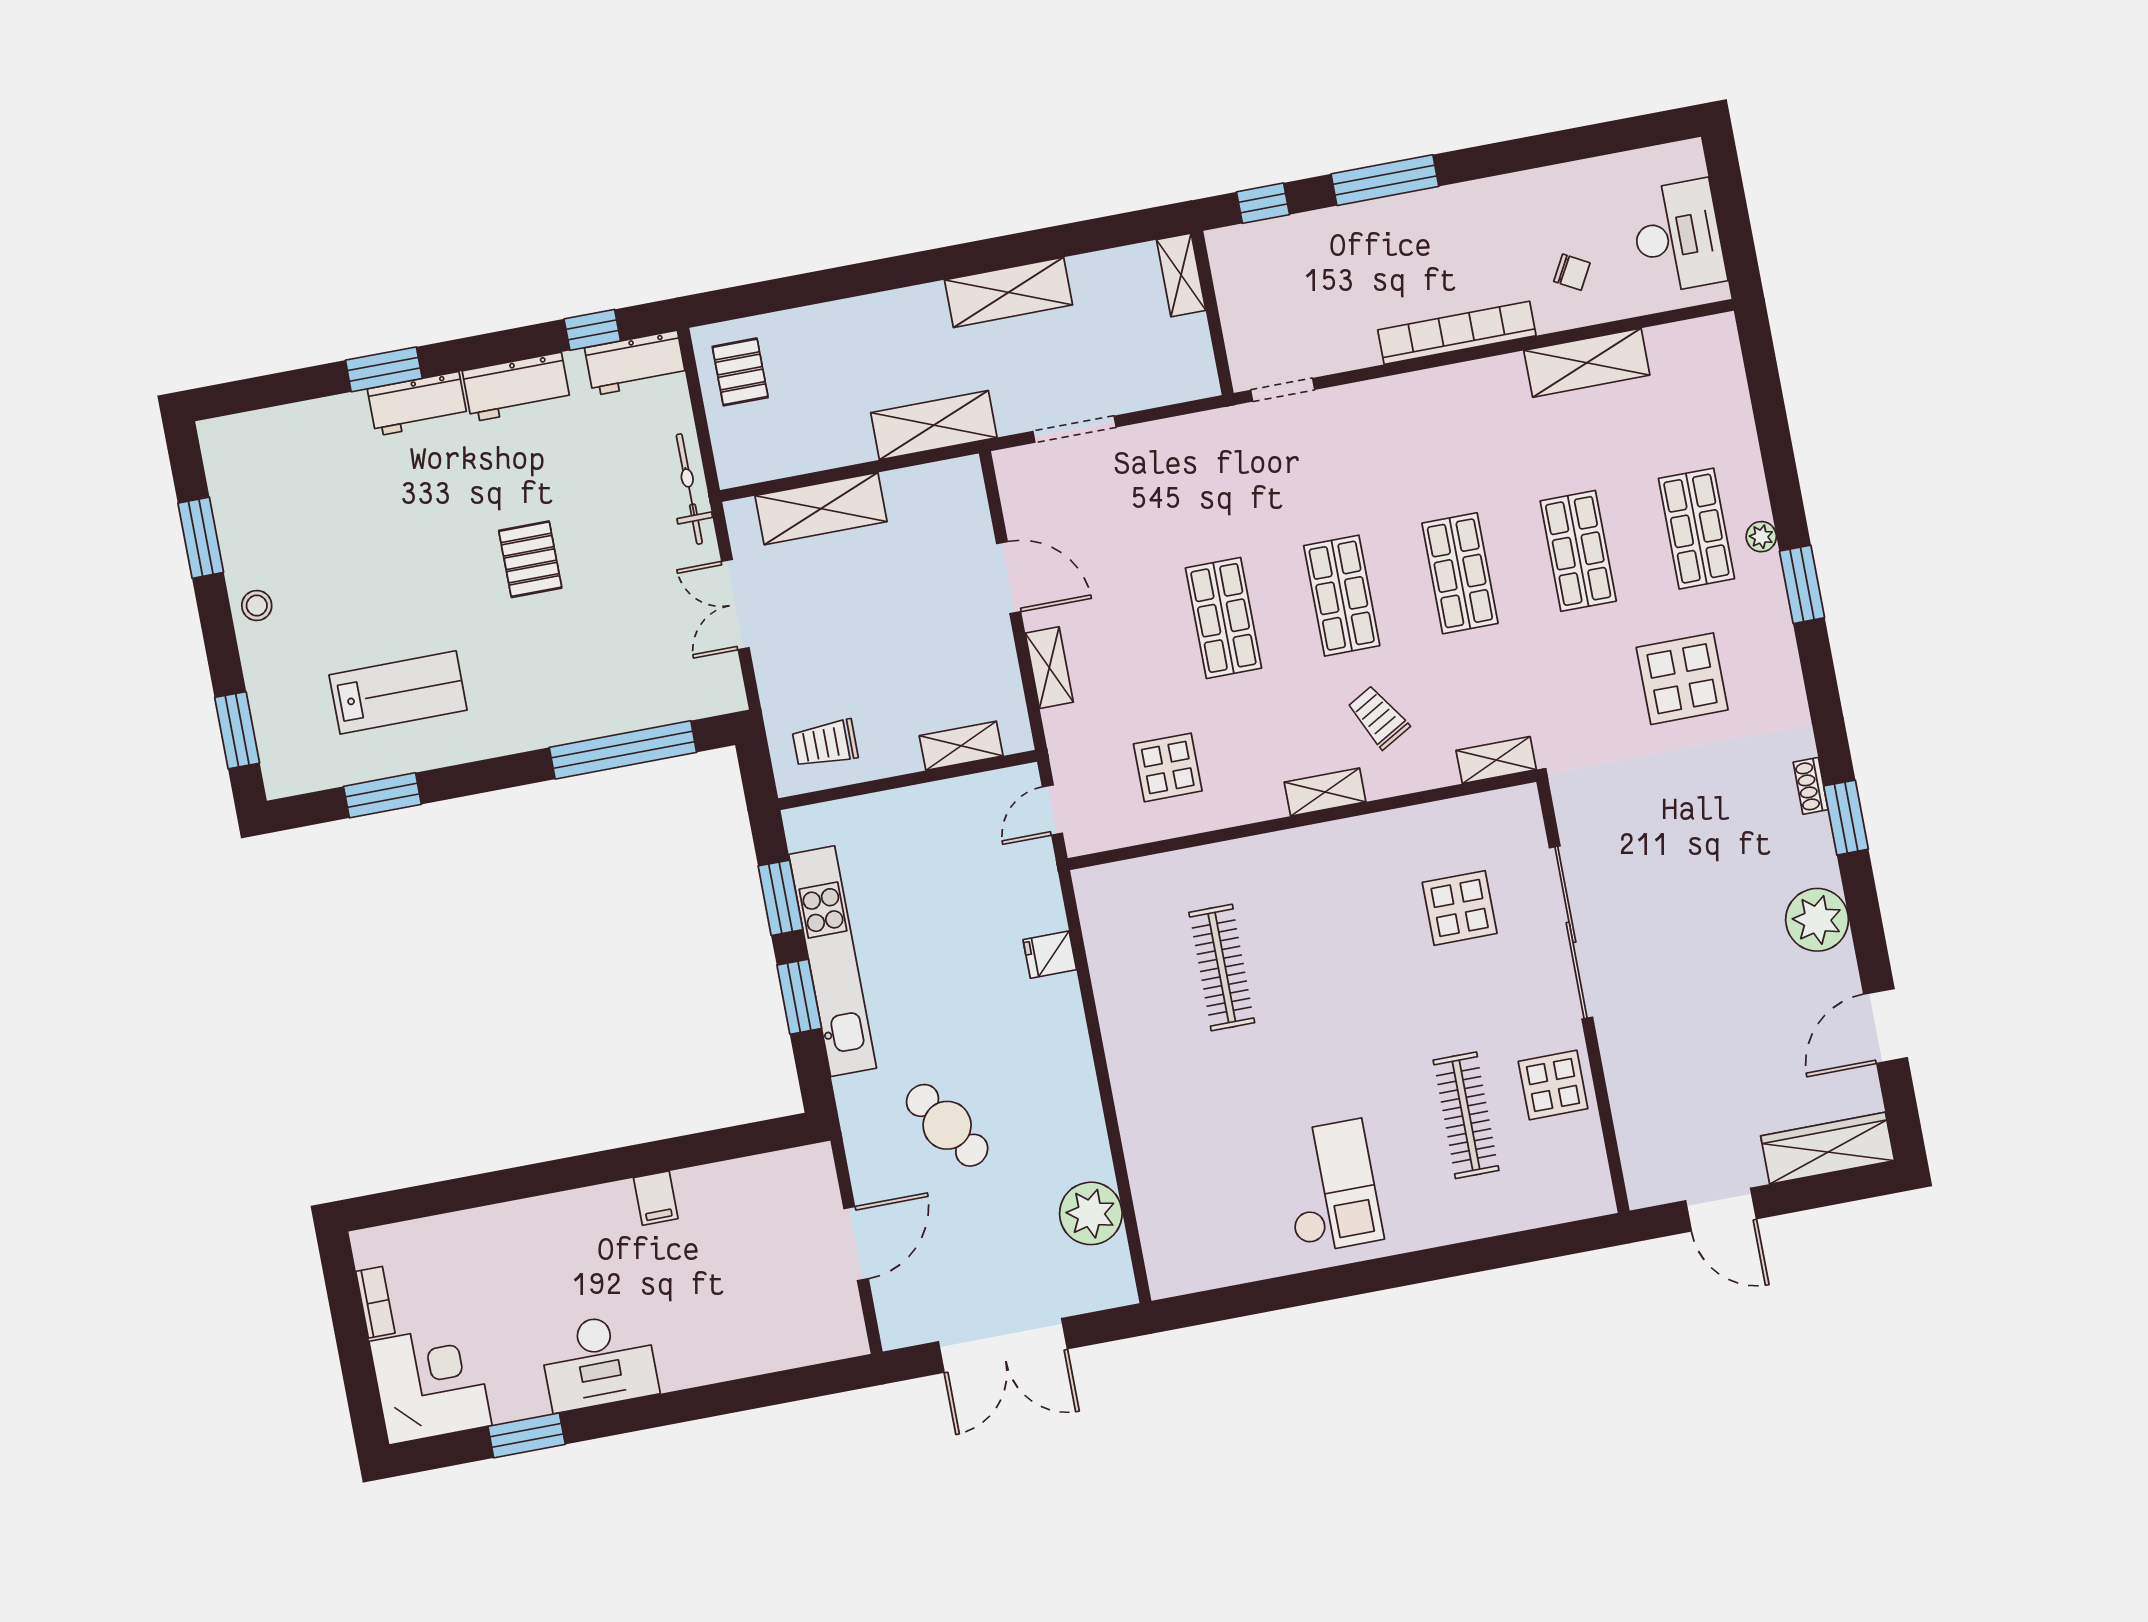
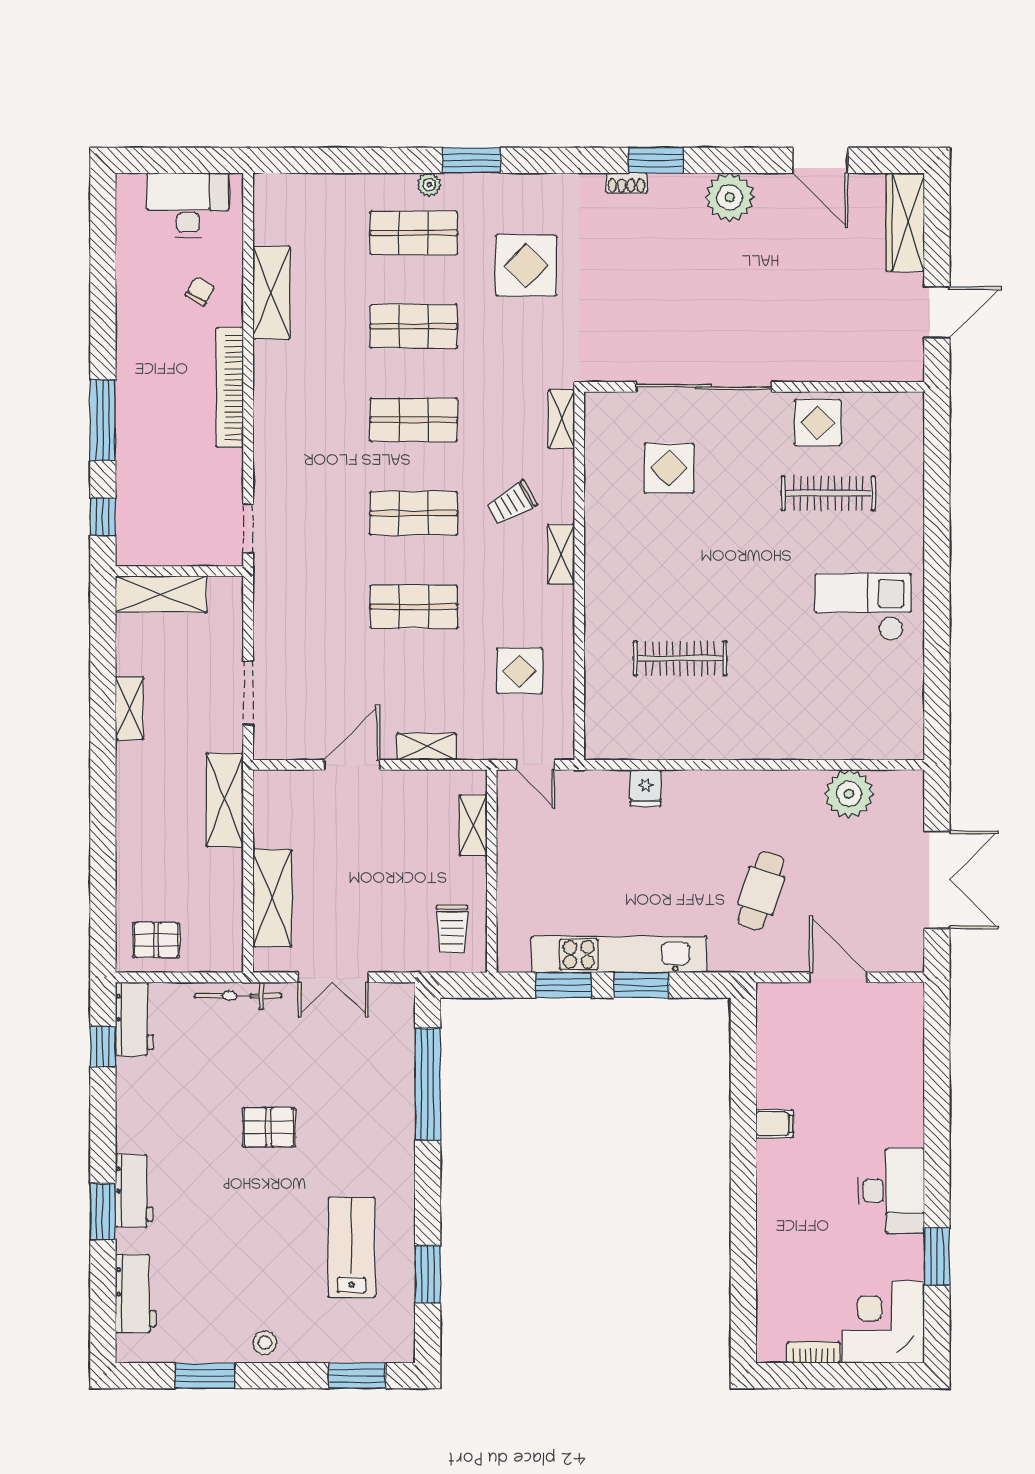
shelving: (1181, 275) -> (161, 594), width x1.50, depth x1.33
shelving: (1008, 292) -> (129, 708), width x0.67, depth x0.75
workbench: (517, 387) -> (136, 1294), moved
cafe table: (947, 1125) -> (761, 891), turned -38

